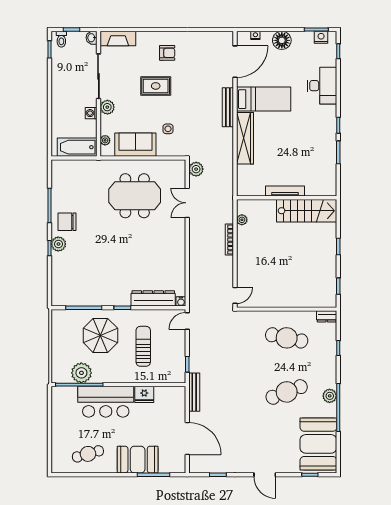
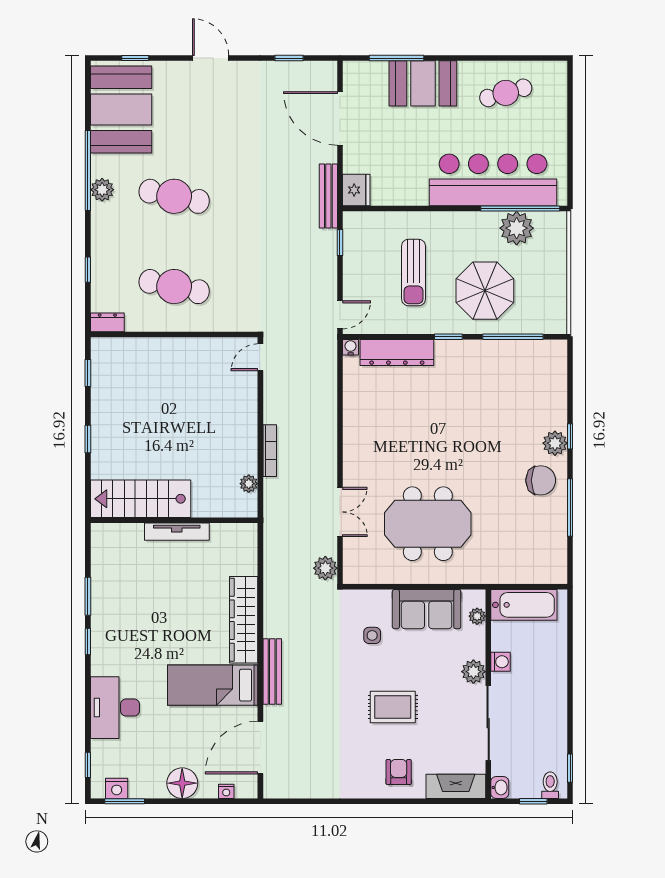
armchair: (167, 53) -> (399, 772), moved, turned 90
cafe table: (287, 392) -> (174, 196), turned 33
fridge: (144, 394) -> (356, 190), moved, turned 90
bar counter: (106, 402) -> (493, 180), width x1.36

